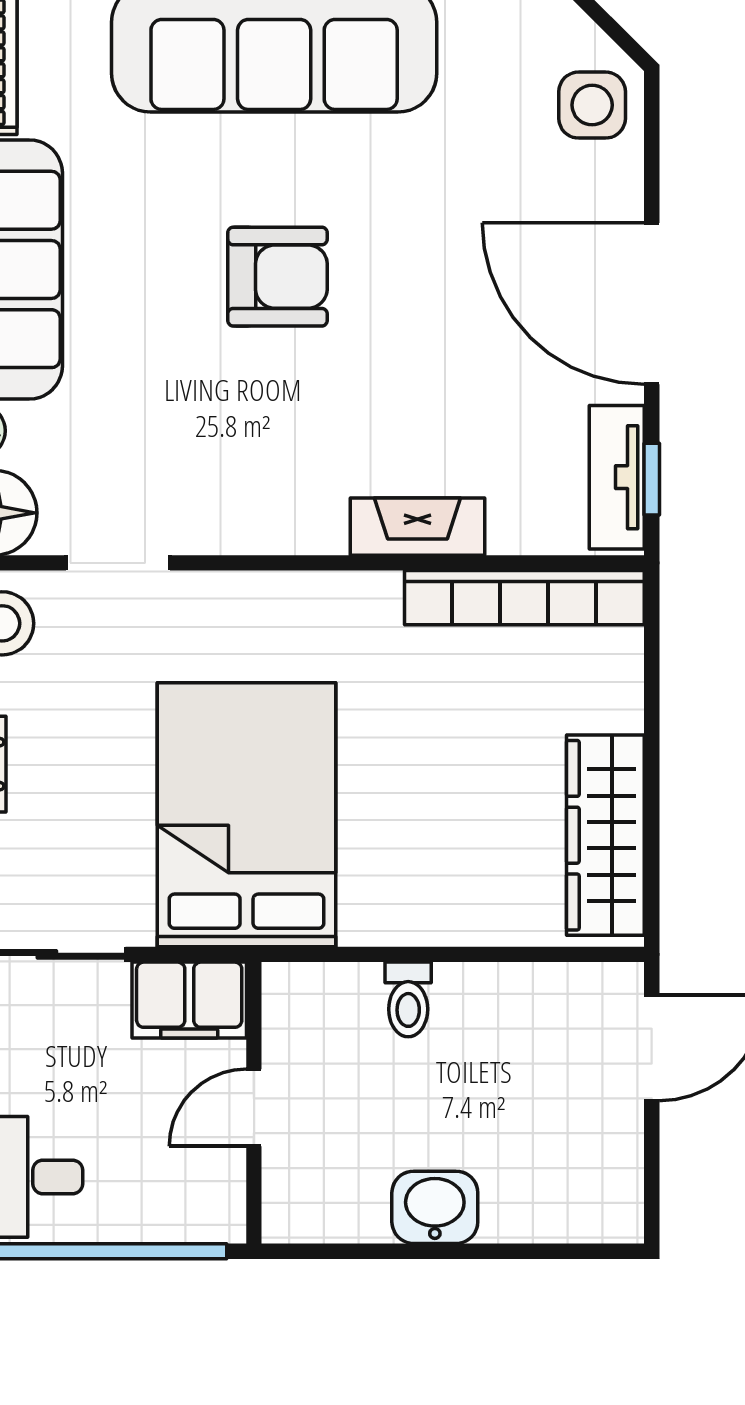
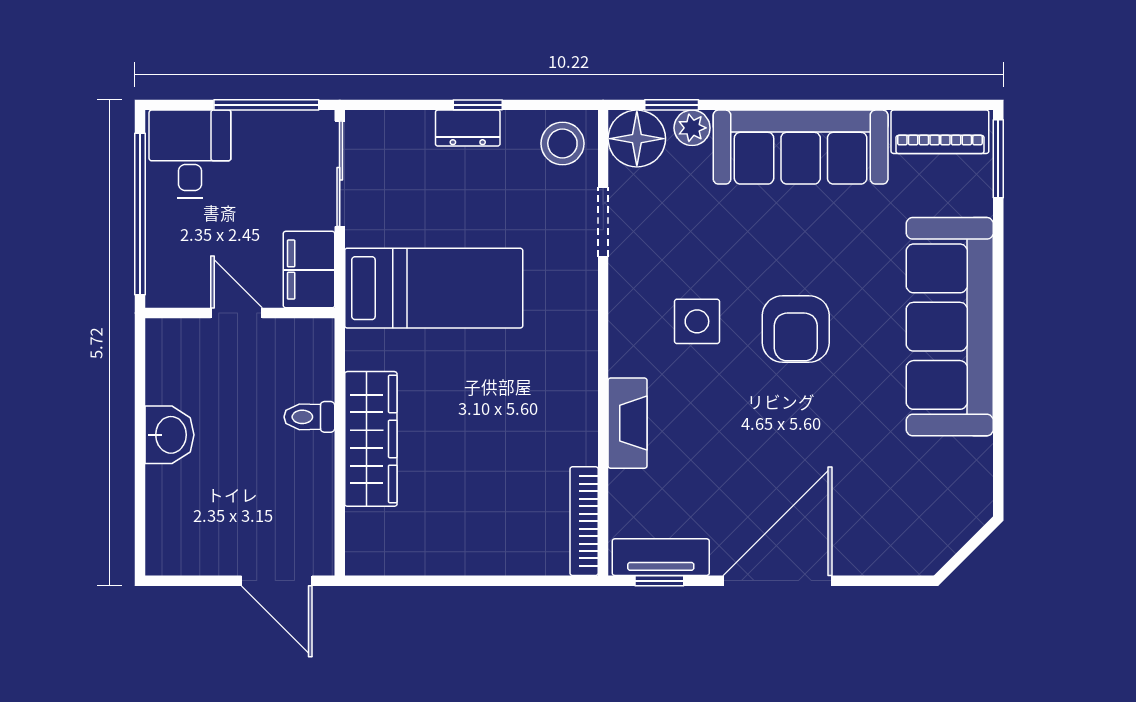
side table: (592, 105) -> (697, 321), moved
bookcase: (524, 598) -> (584, 521), width x0.68, depth x0.76
bed: (247, 815) -> (434, 288), width x0.67
wardrobe: (605, 835) -> (371, 439), moved, turned 90

